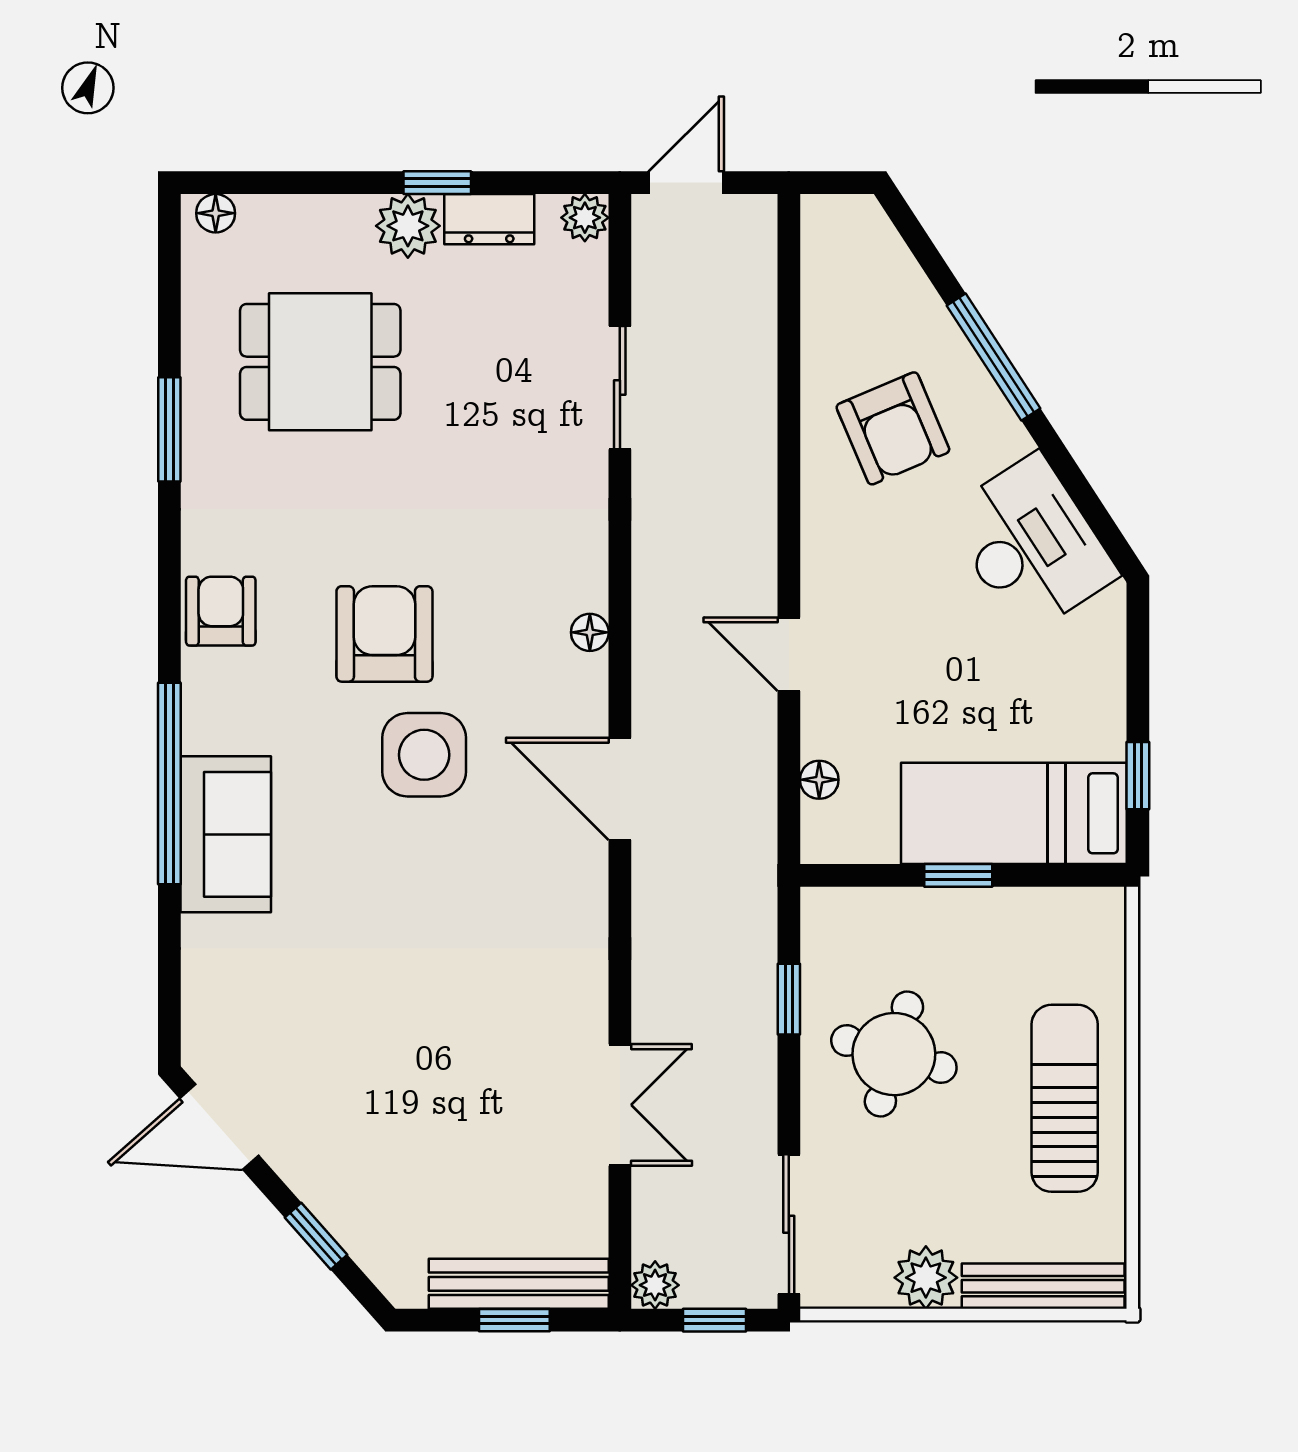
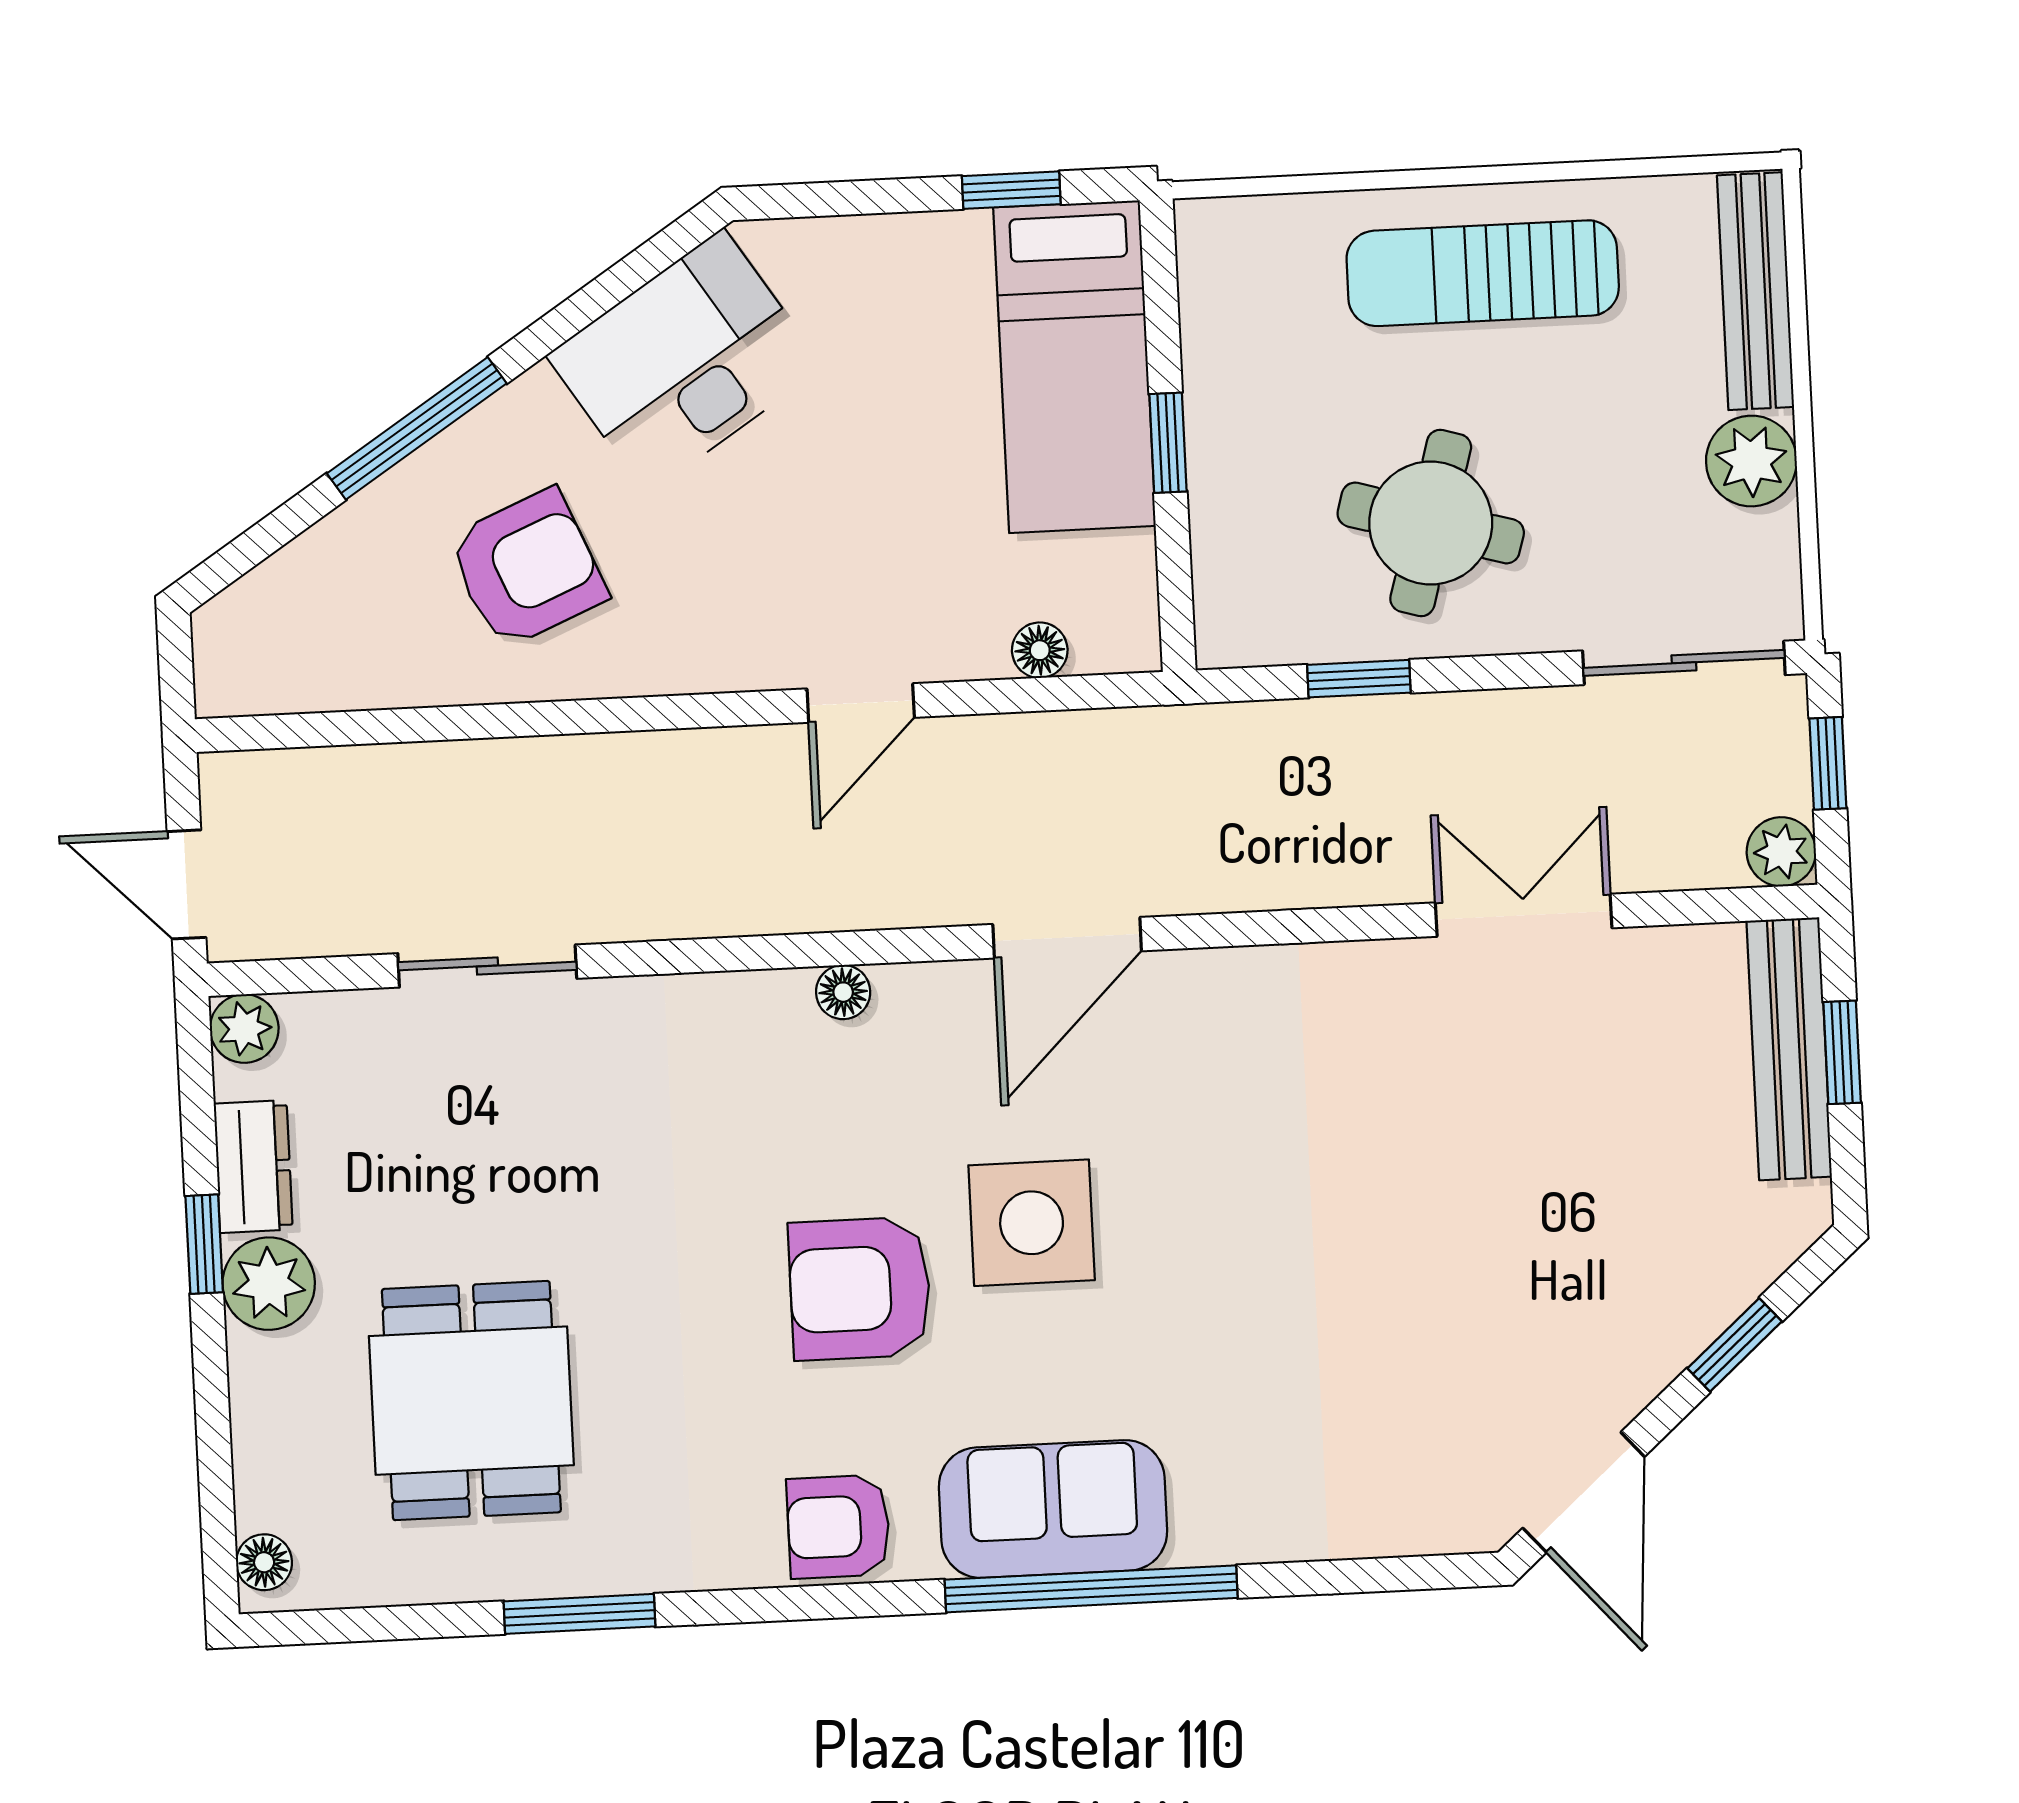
sofa: (226, 834) -> (1053, 1509), moved

